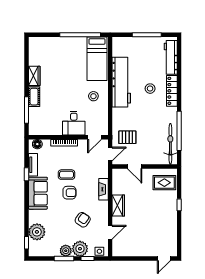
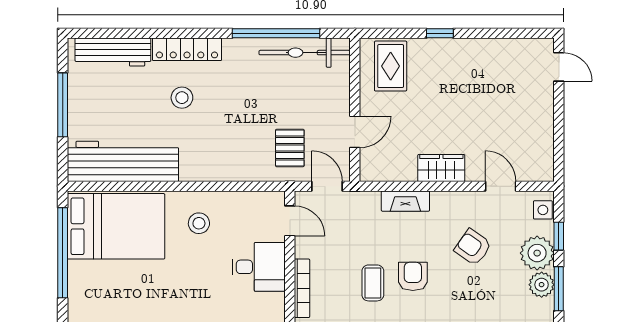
bed: (97, 59) -> (116, 226), width x1.50
workbench: (121, 82) -> (123, 161), moved

